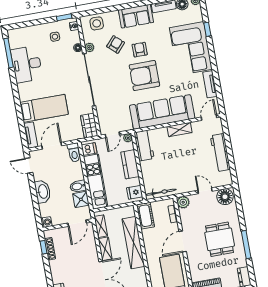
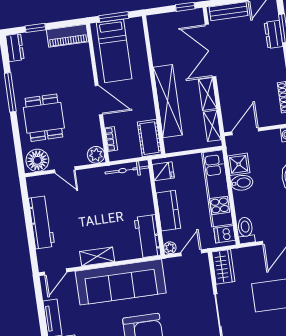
dining table: (220, 239) -> (44, 118), moved
door: (183, 241) -> (99, 100), hinge flipped

